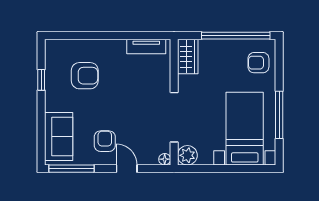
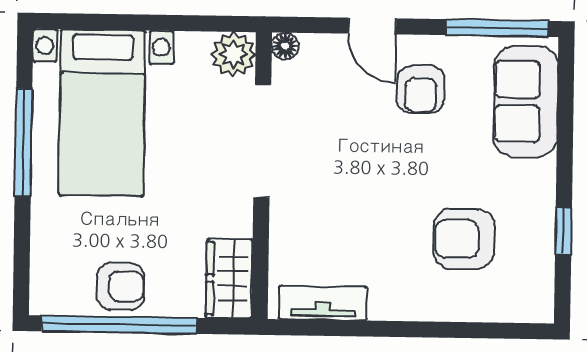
armchair: (258, 63) -> (121, 286), moved

